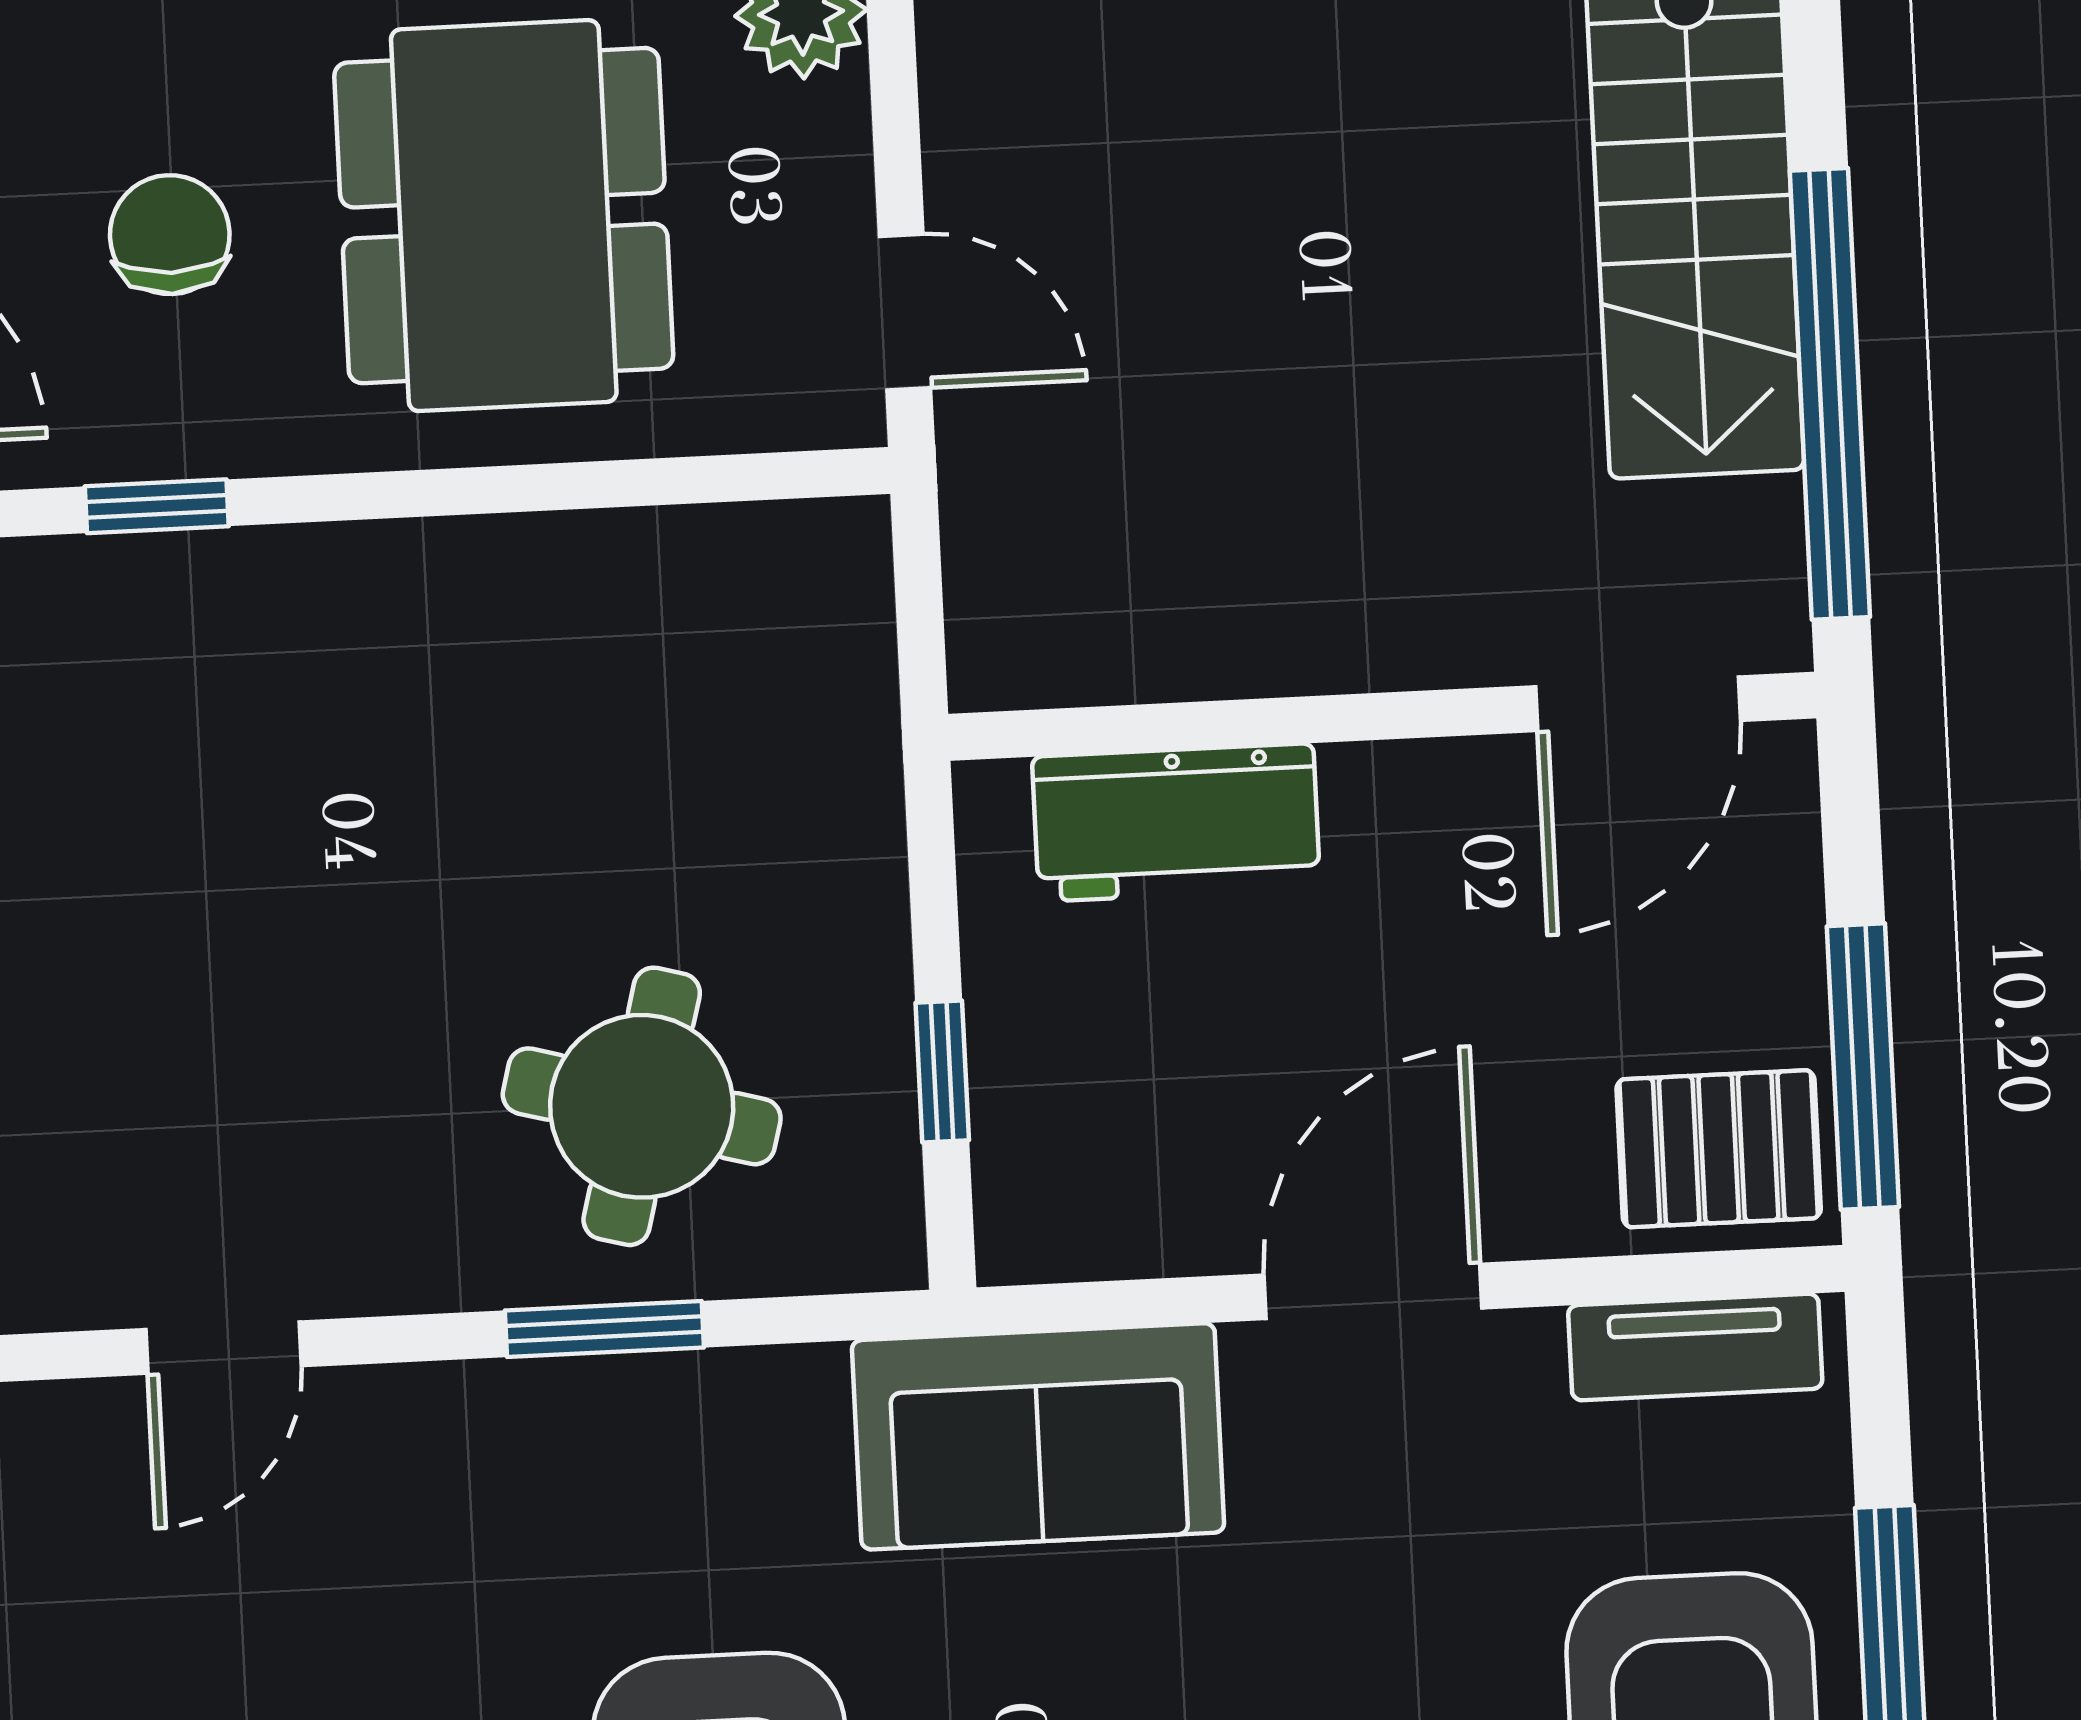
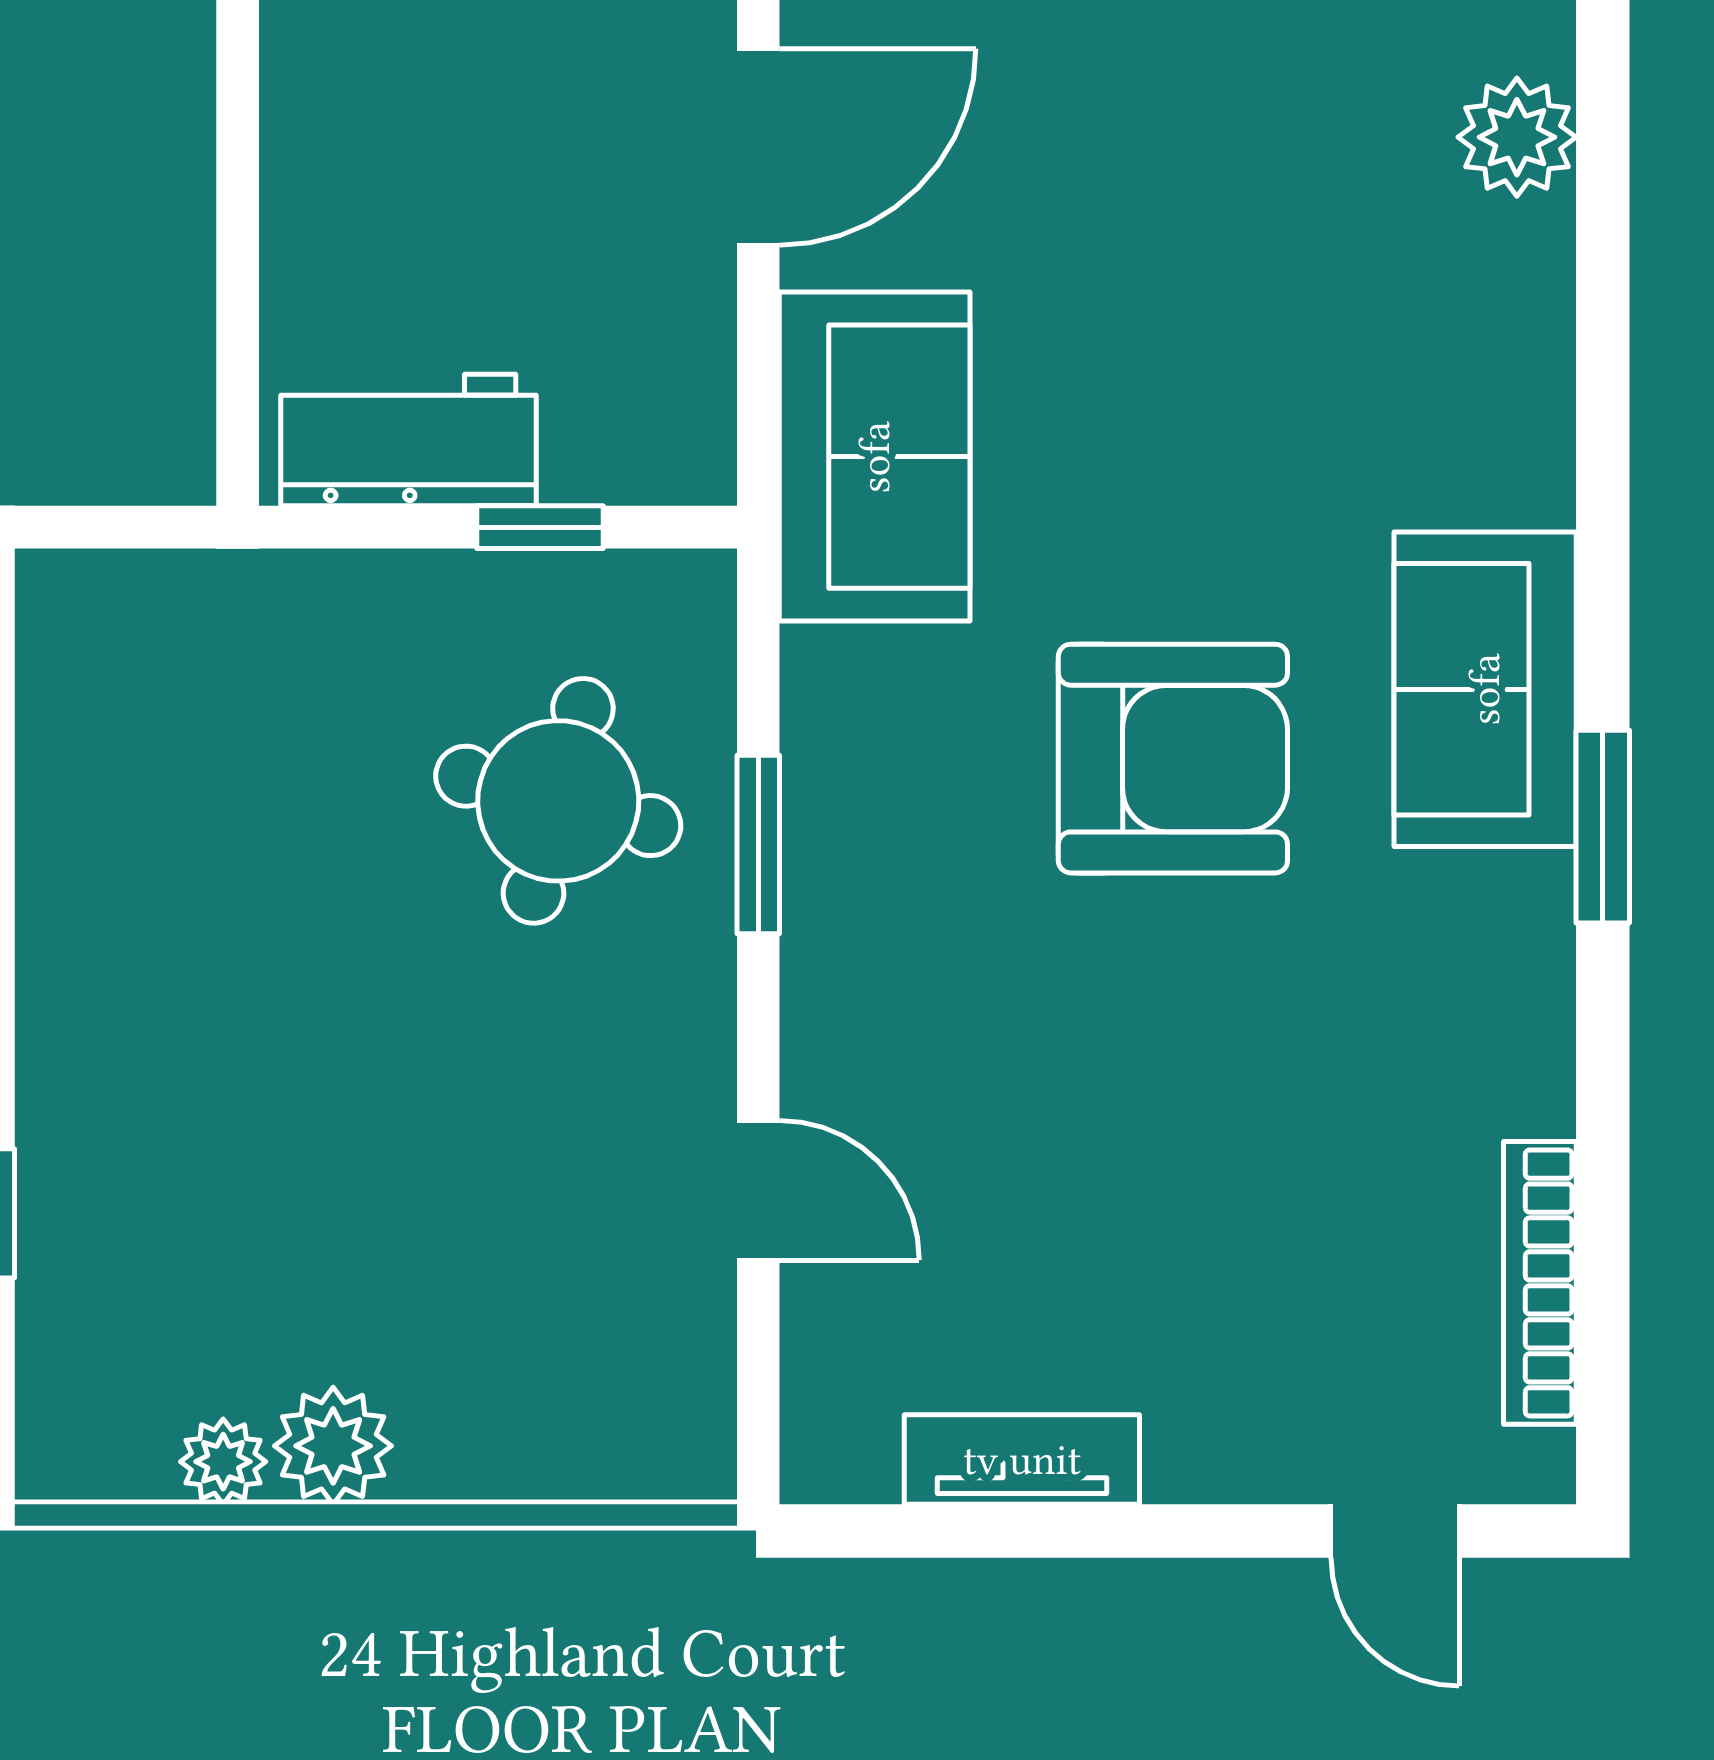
workbench: (1176, 823) -> (408, 440), moved, turned -90
door: (1373, 1291) -> (758, 147), swing flipped

